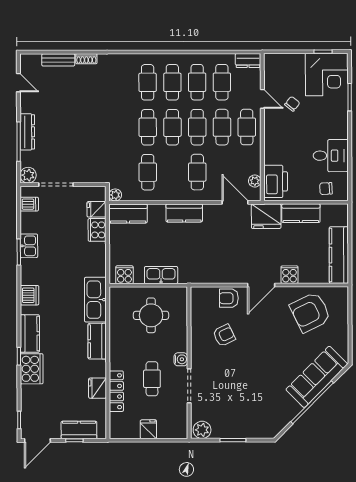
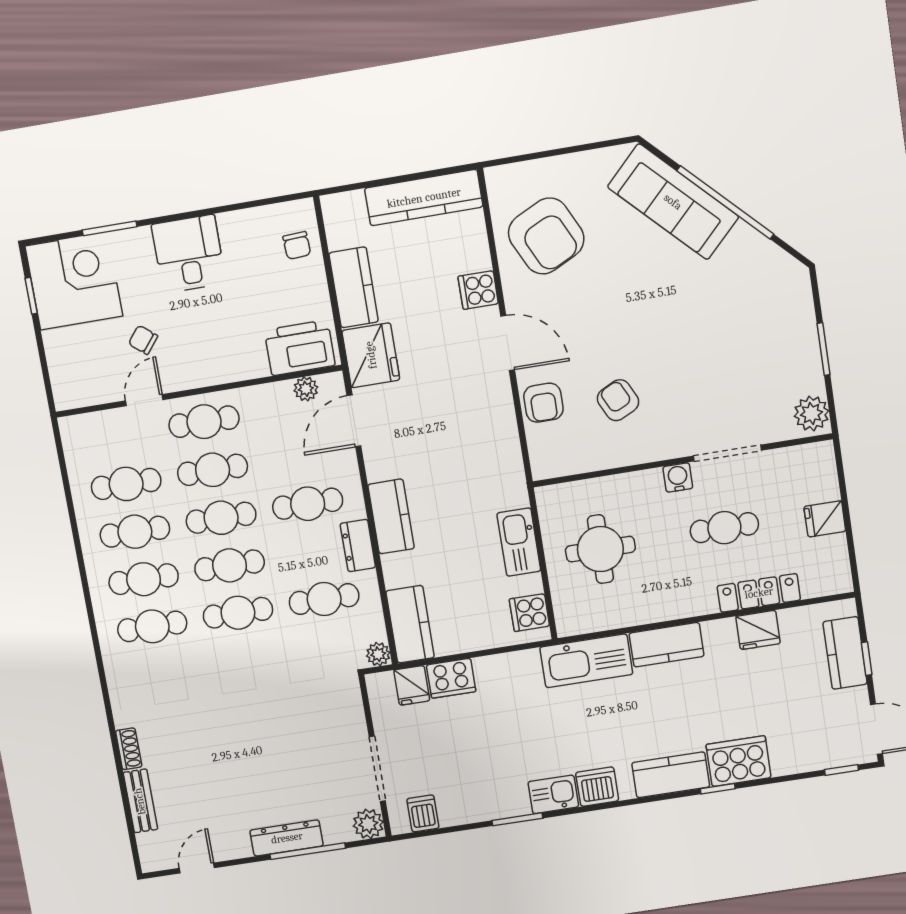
dresser: (248, 60) -> (358, 545), moved, turned 180
desk: (331, 156) -> (189, 254), moved
kitchen sink: (29, 246) -> (553, 794), moved

